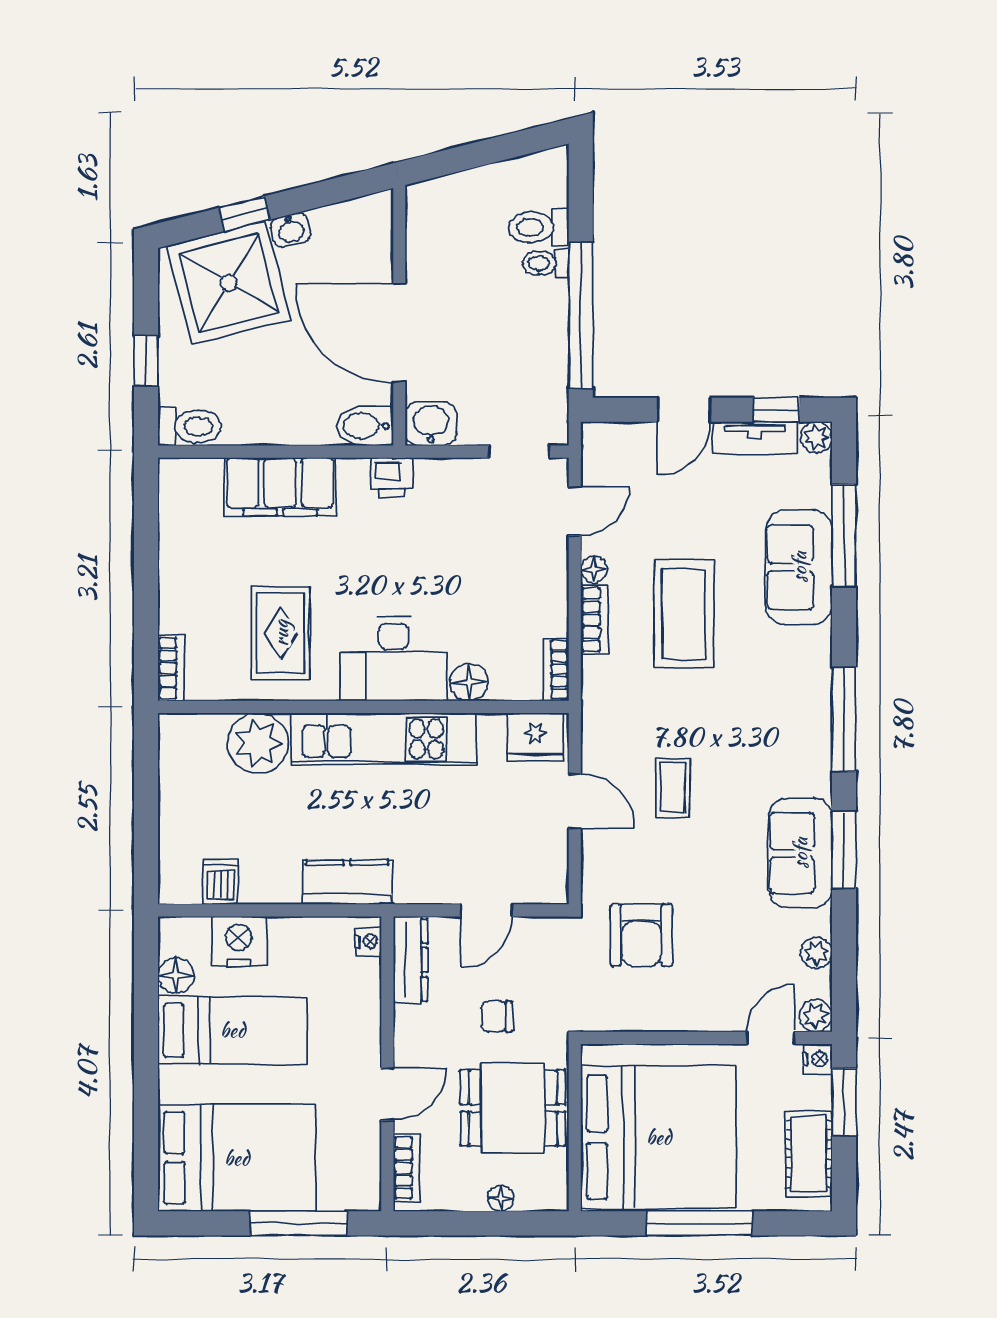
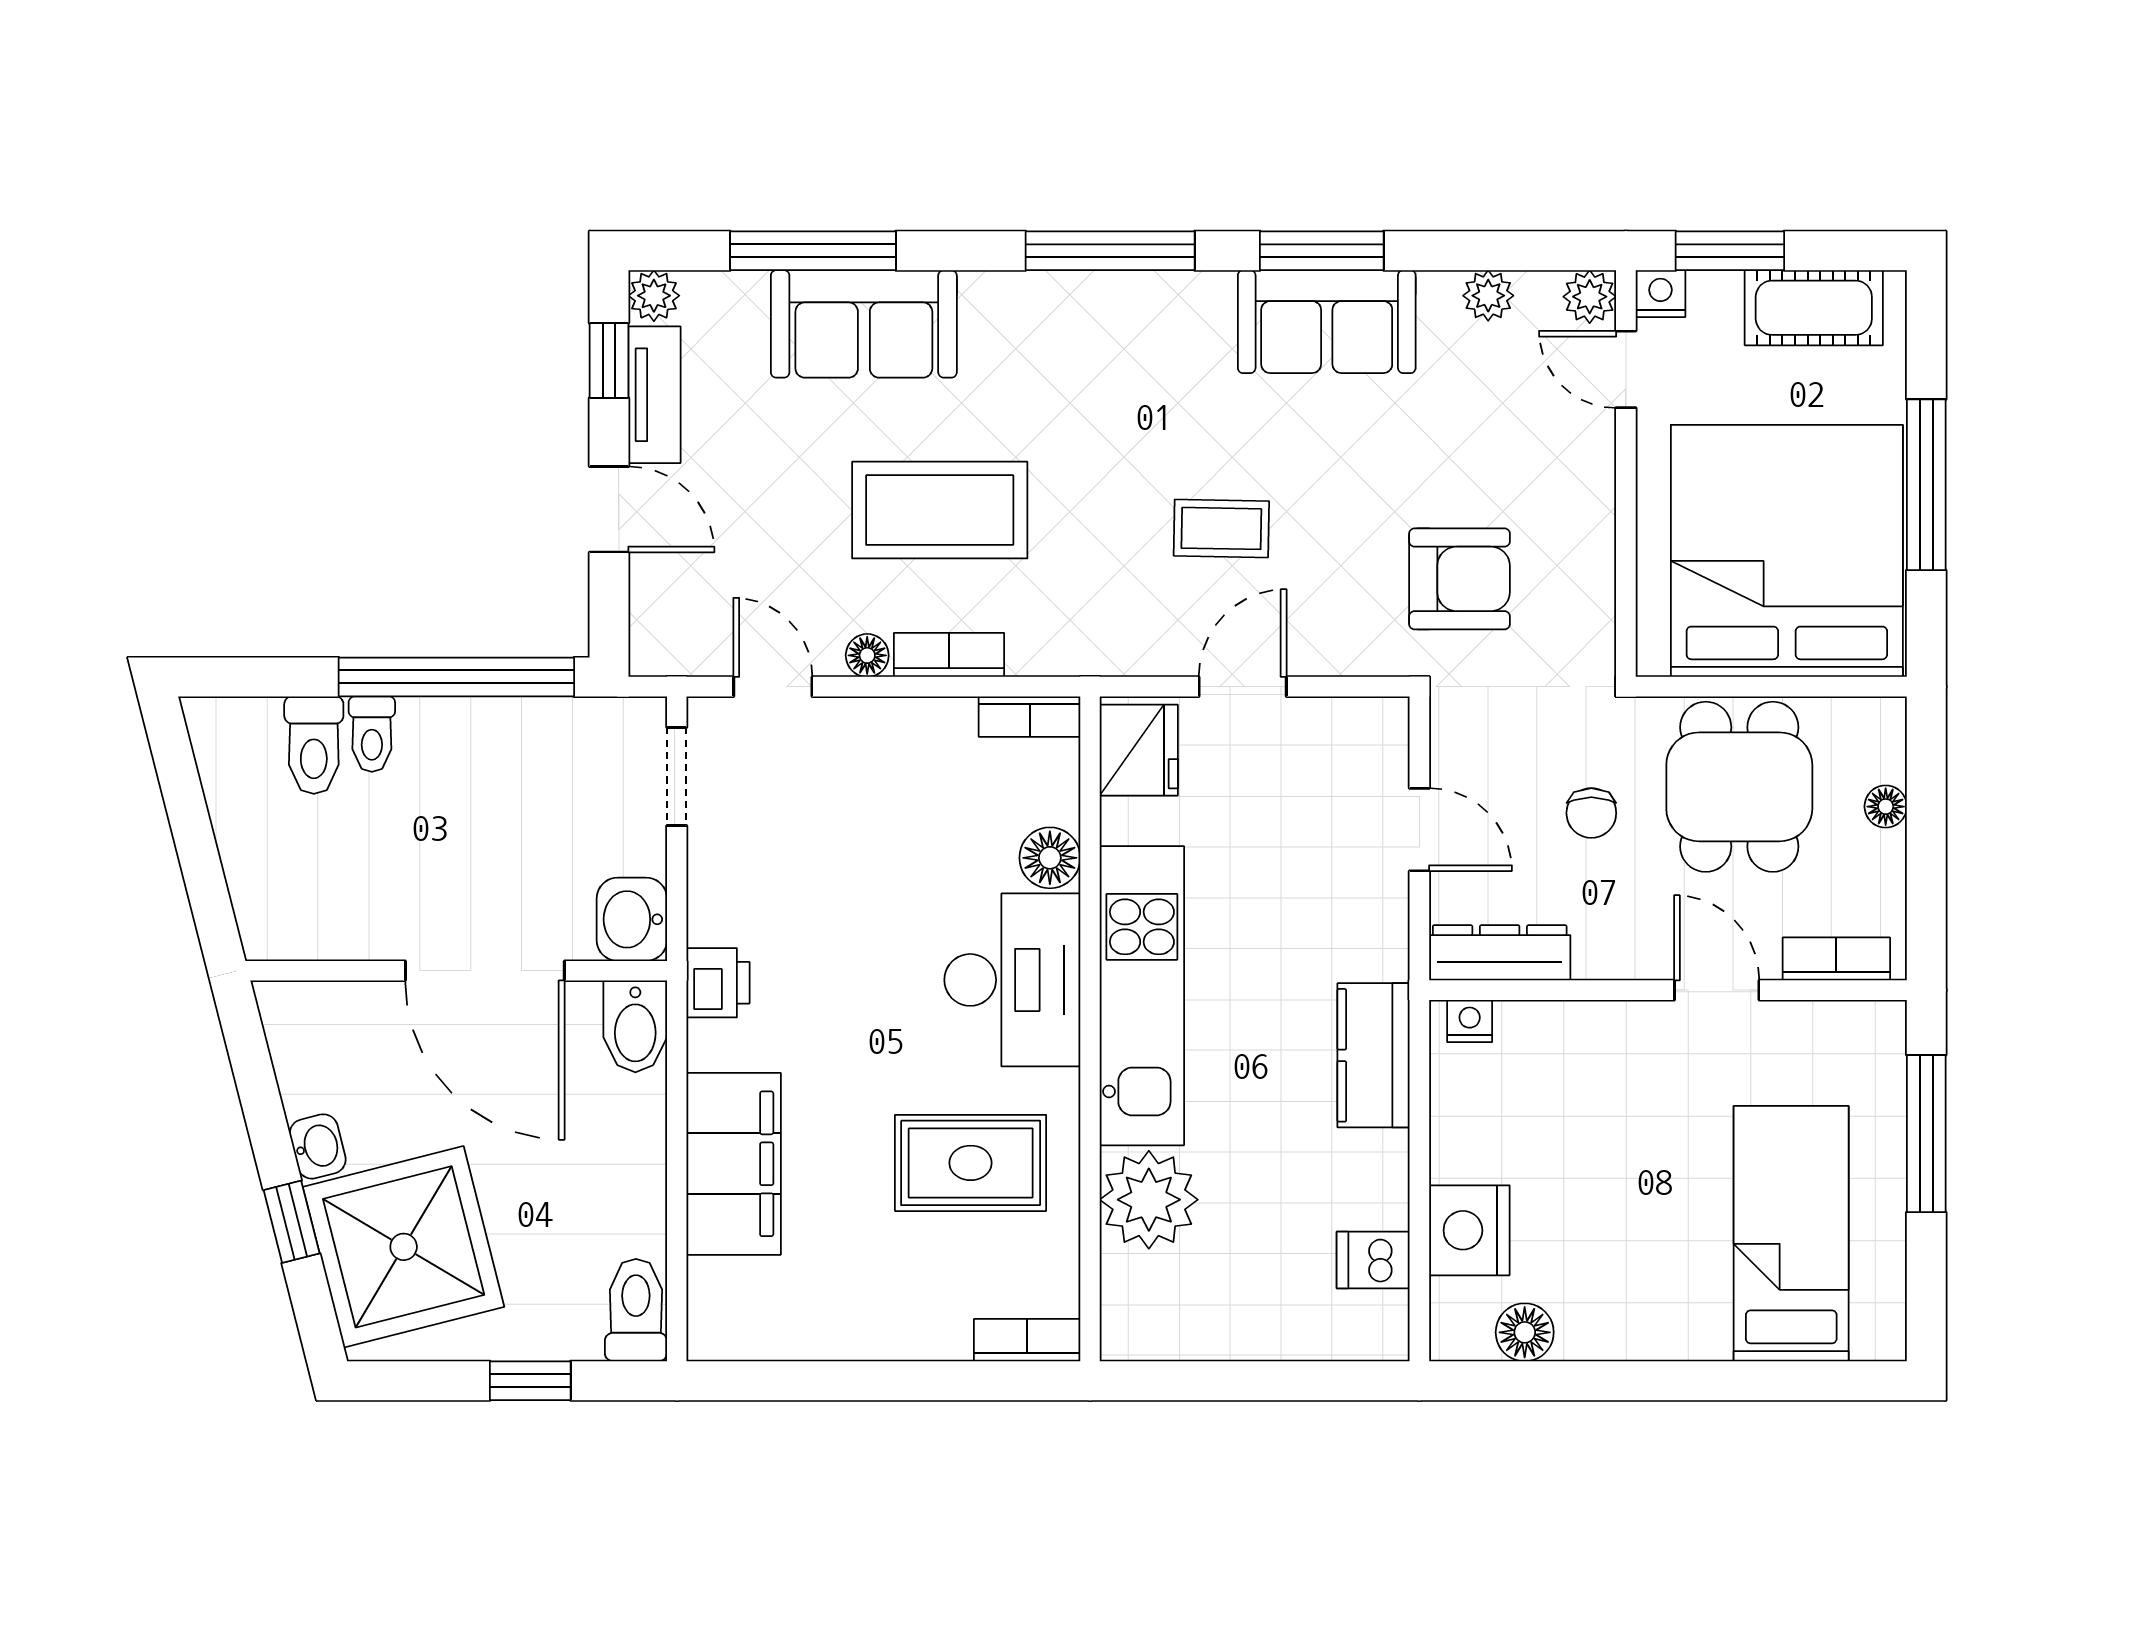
door: (399, 333) -> (485, 971), hinge flipped
bed: (233, 1030) -> (1613, 1240), removed
bed: (237, 1158) -> (1791, 1234), width x0.67

